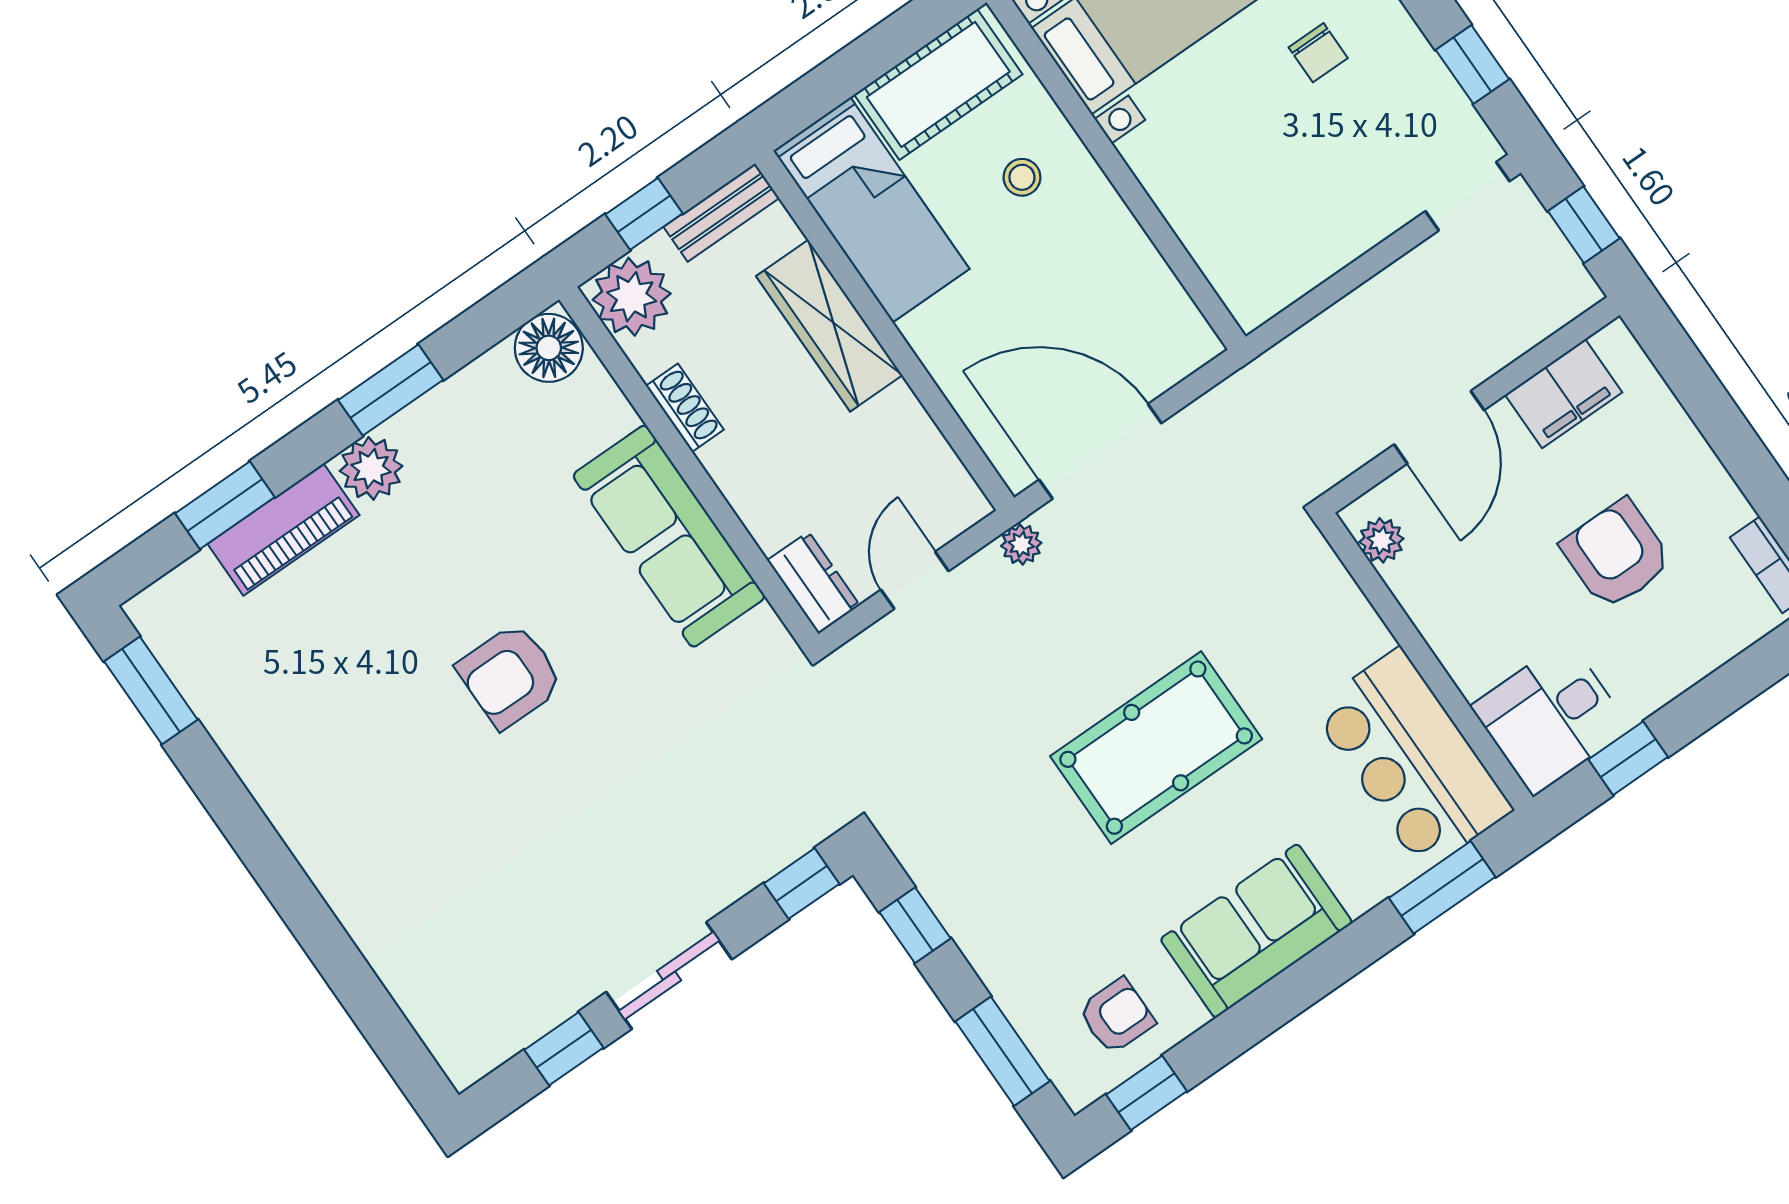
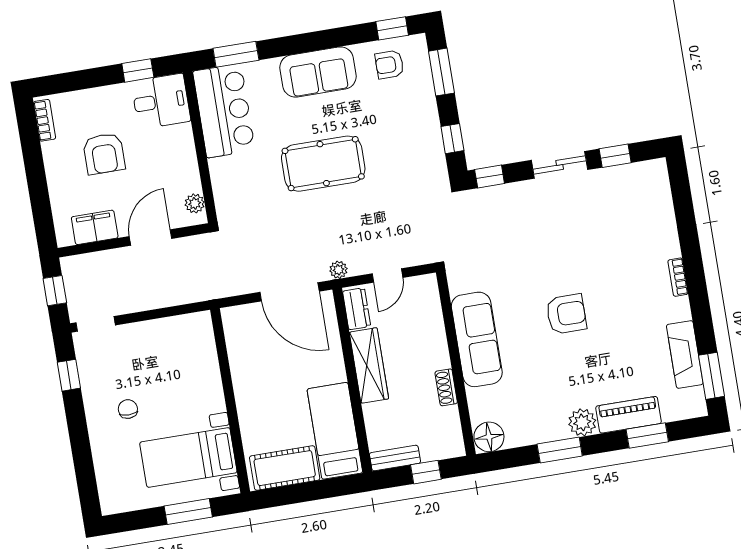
stool: (1022, 177) -> (269, 415), removed
plant: (632, 297) -> (446, 442), removed
wardrobe: (829, 326) -> (369, 365), moved
dresser: (813, 583) -> (357, 309), moved, turned 180
fireplace: (227, 708) -> (685, 354), added
bookcase: (316, 861) -> (678, 277), added

